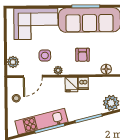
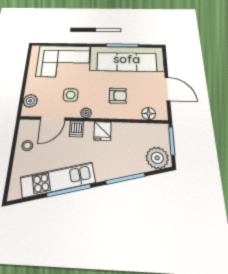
armchair: (83, 55) -> (118, 96), turned -90
dishwasher: (83, 83) -> (77, 129), moved

